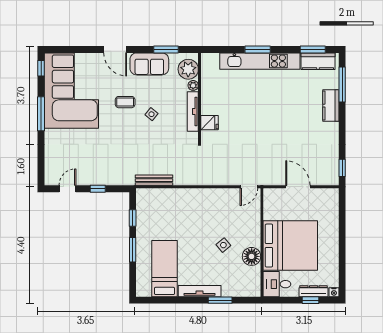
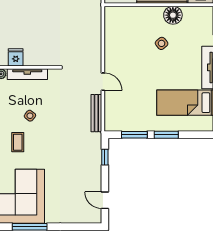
fridge: (209, 123) -> (16, 57), moved
door: (249, 187) -> (103, 82), moved
window: (98, 189) -> (105, 157), moved
window: (133, 218) -> (134, 135), width x1.50

